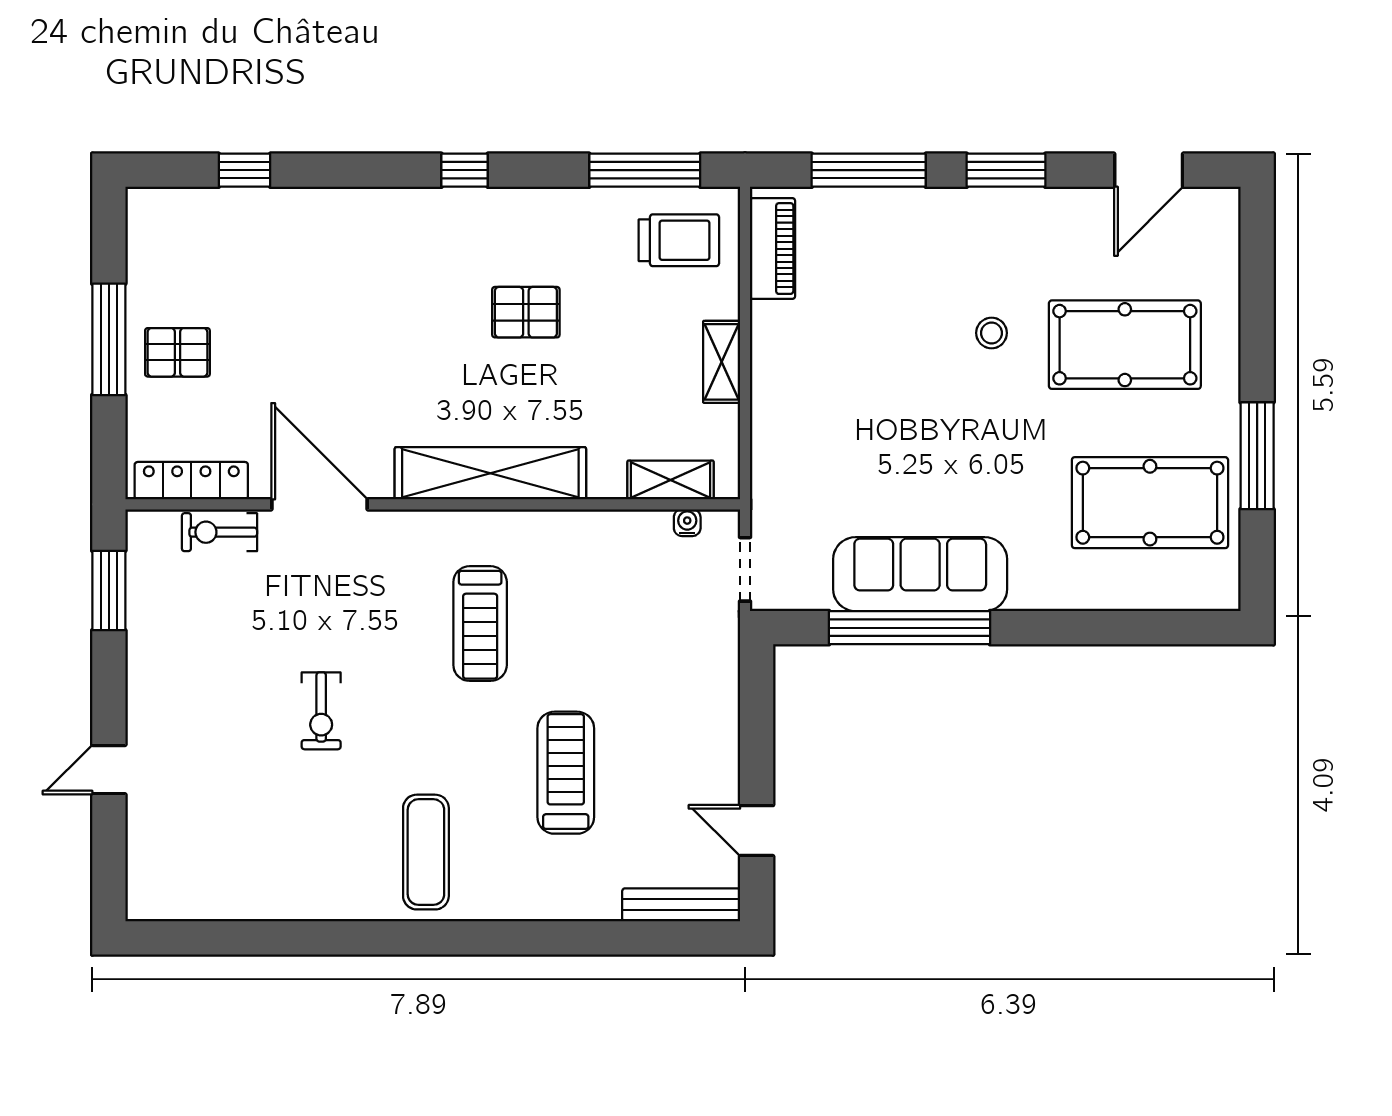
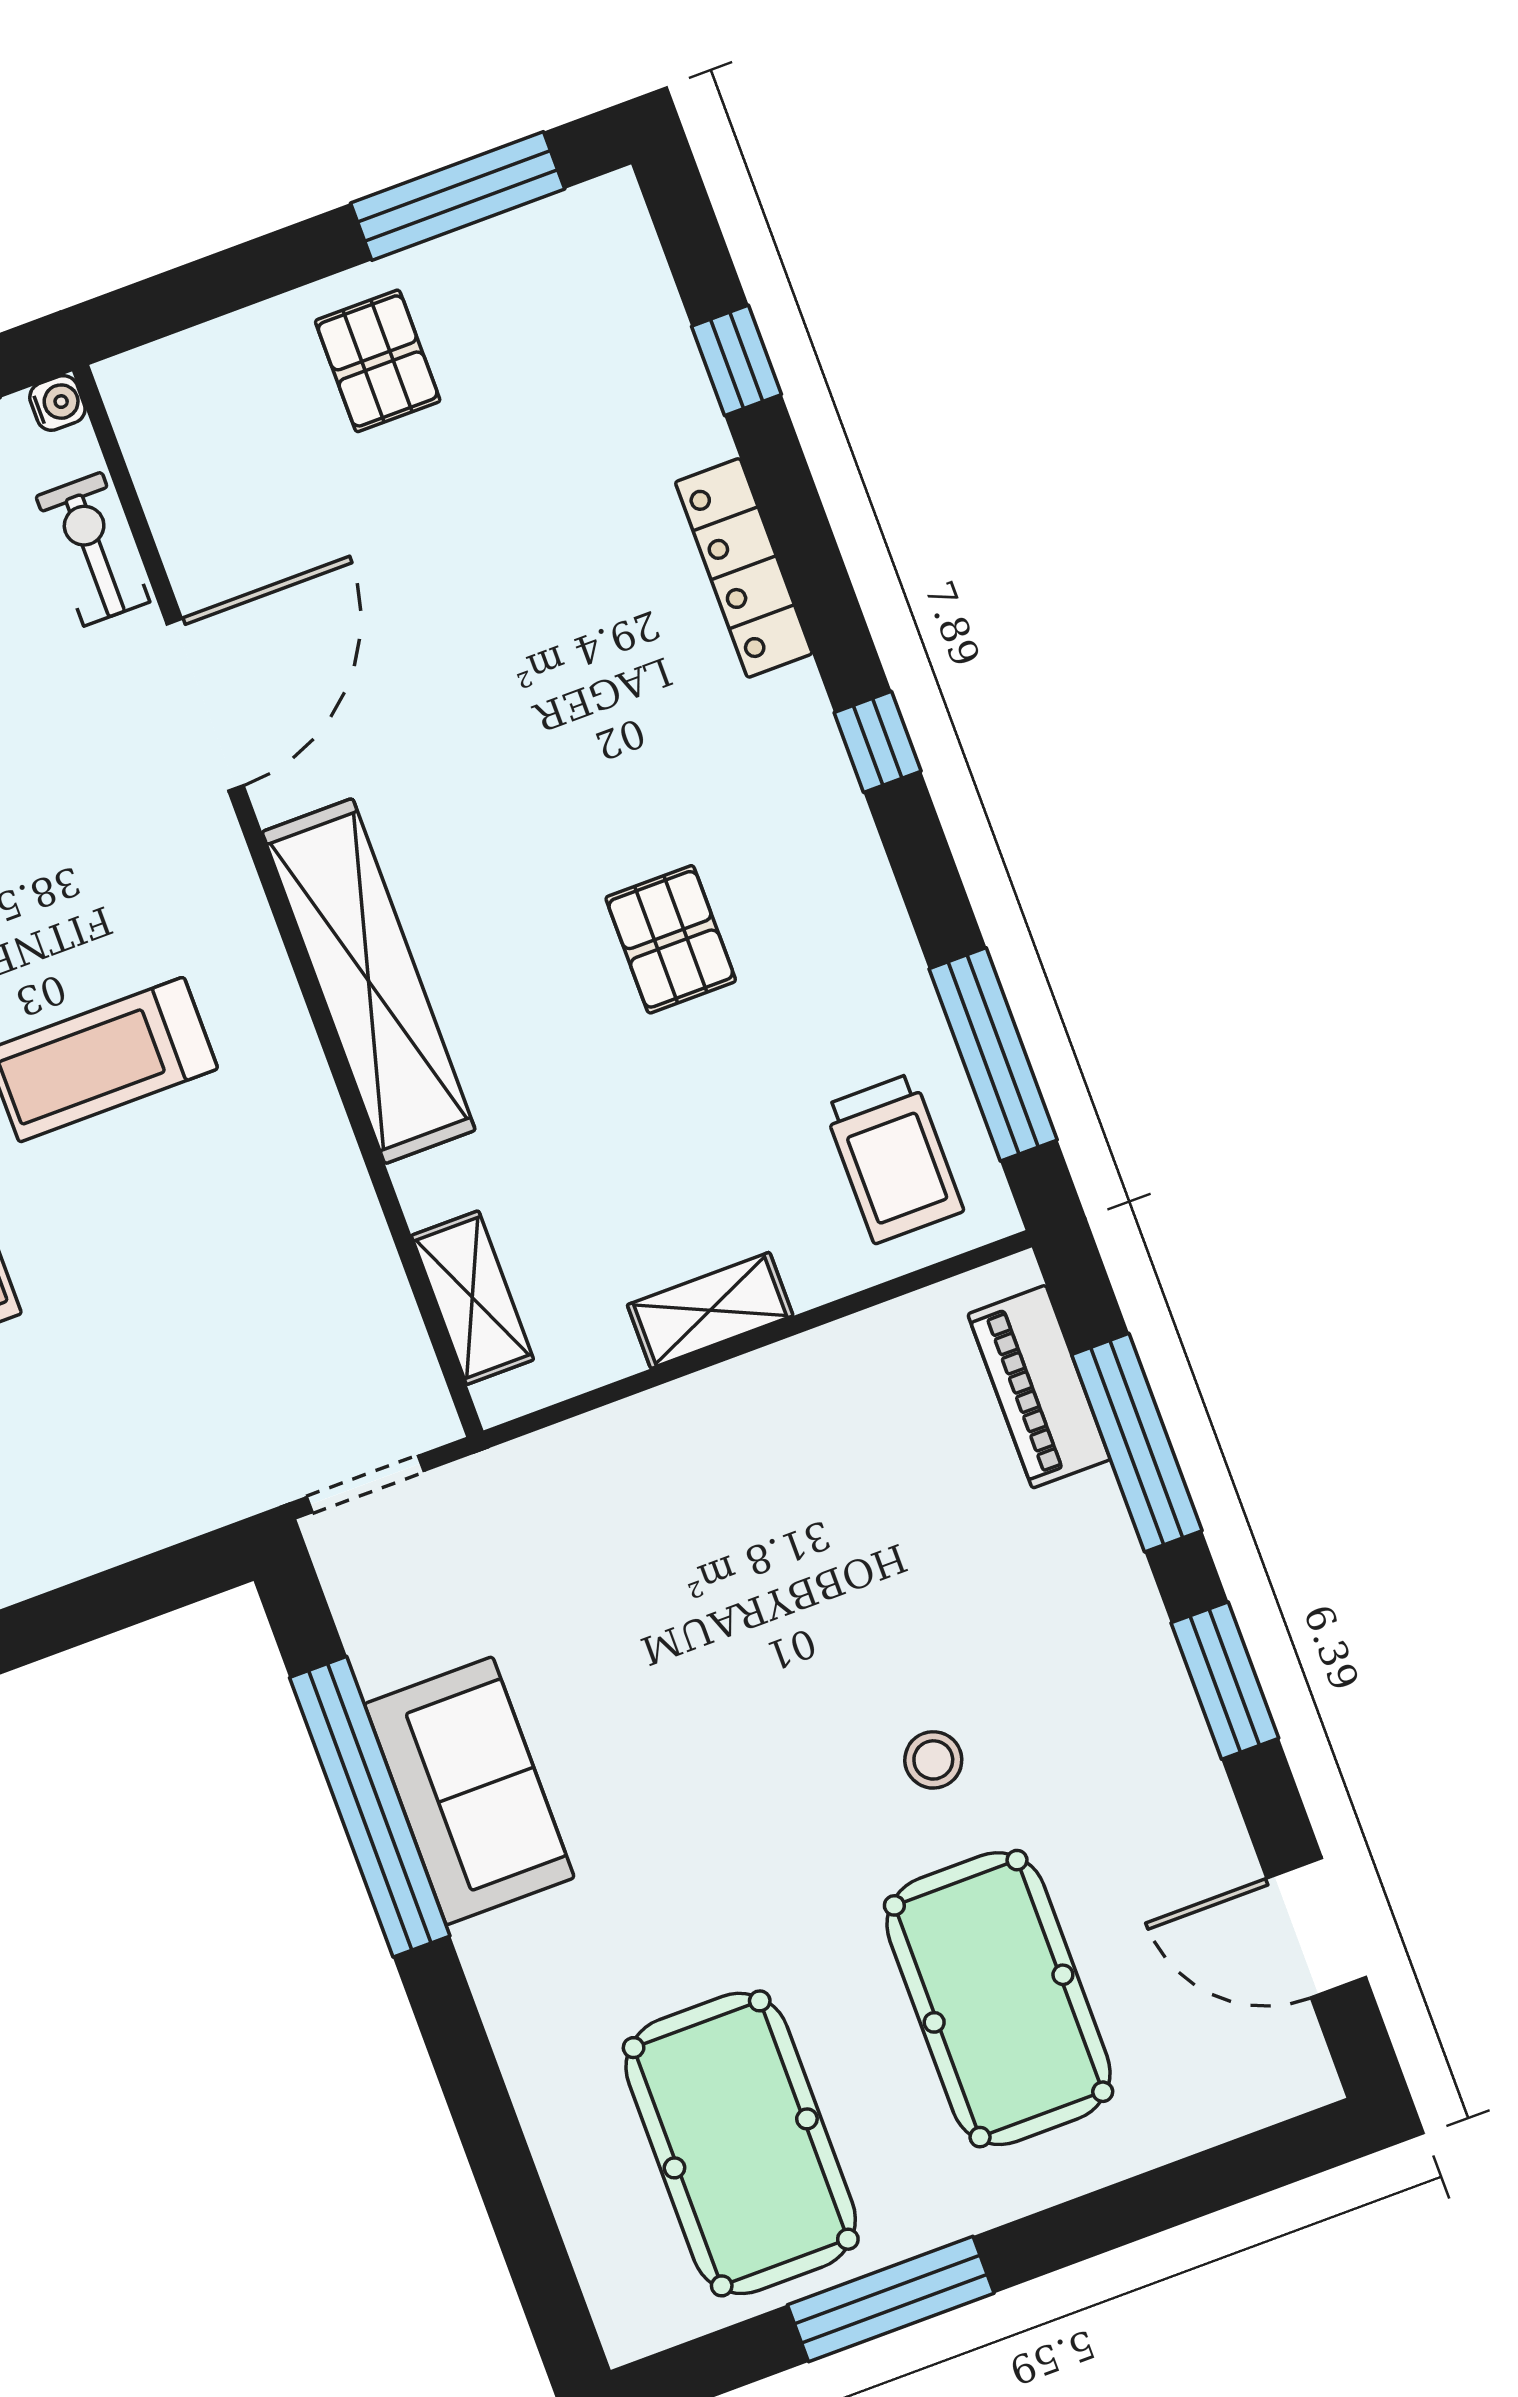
piano: (773, 249) -> (1039, 1387), moved, turned 90
window: (109, 339) -> (458, 196), moved
locker: (191, 481) -> (744, 568), moved, turned 180
water cooler: (687, 523) -> (57, 403), moved
sofa: (920, 574) -> (469, 1791), width x0.73

